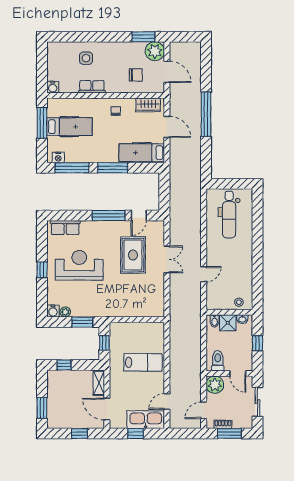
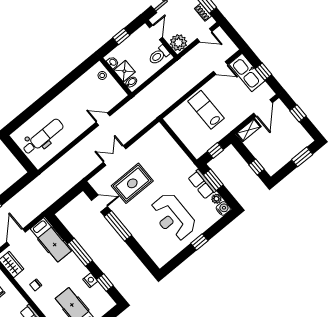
nightstand: (58, 157) -> (90, 280), moved
window: (72, 168) -> (105, 282), width x0.46
row of seats: (65, 228) -> (202, 184), moved, turned 180

